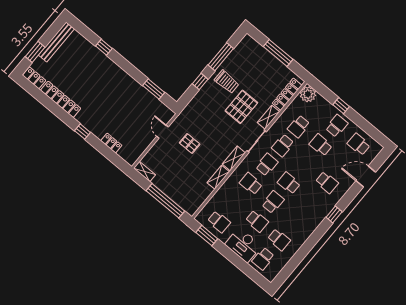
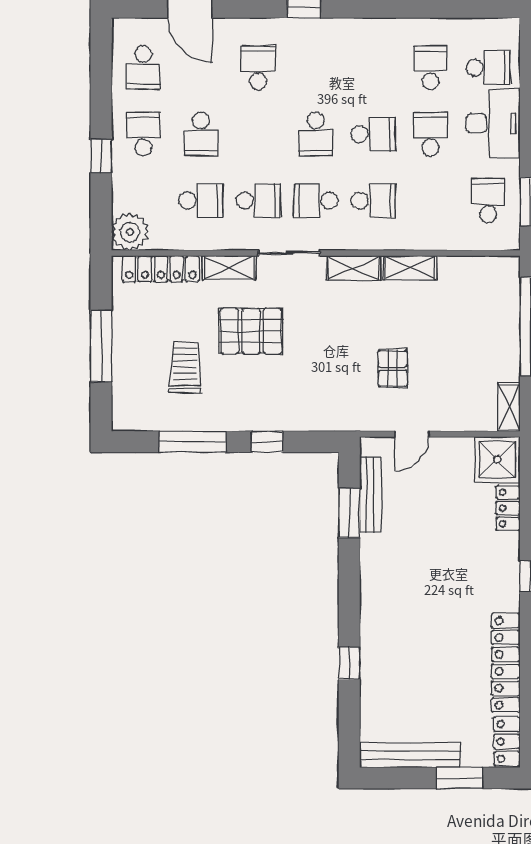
trolley: (227, 82) -> (185, 367), moved
bench: (154, 101) -> (370, 494), added
school desk: (337, 126) -> (143, 134), turned 90
shower: (130, 153) -> (497, 459), added
school desk: (251, 184) -> (373, 201), turned -90
school desk: (273, 202) -> (373, 134), turned 180

